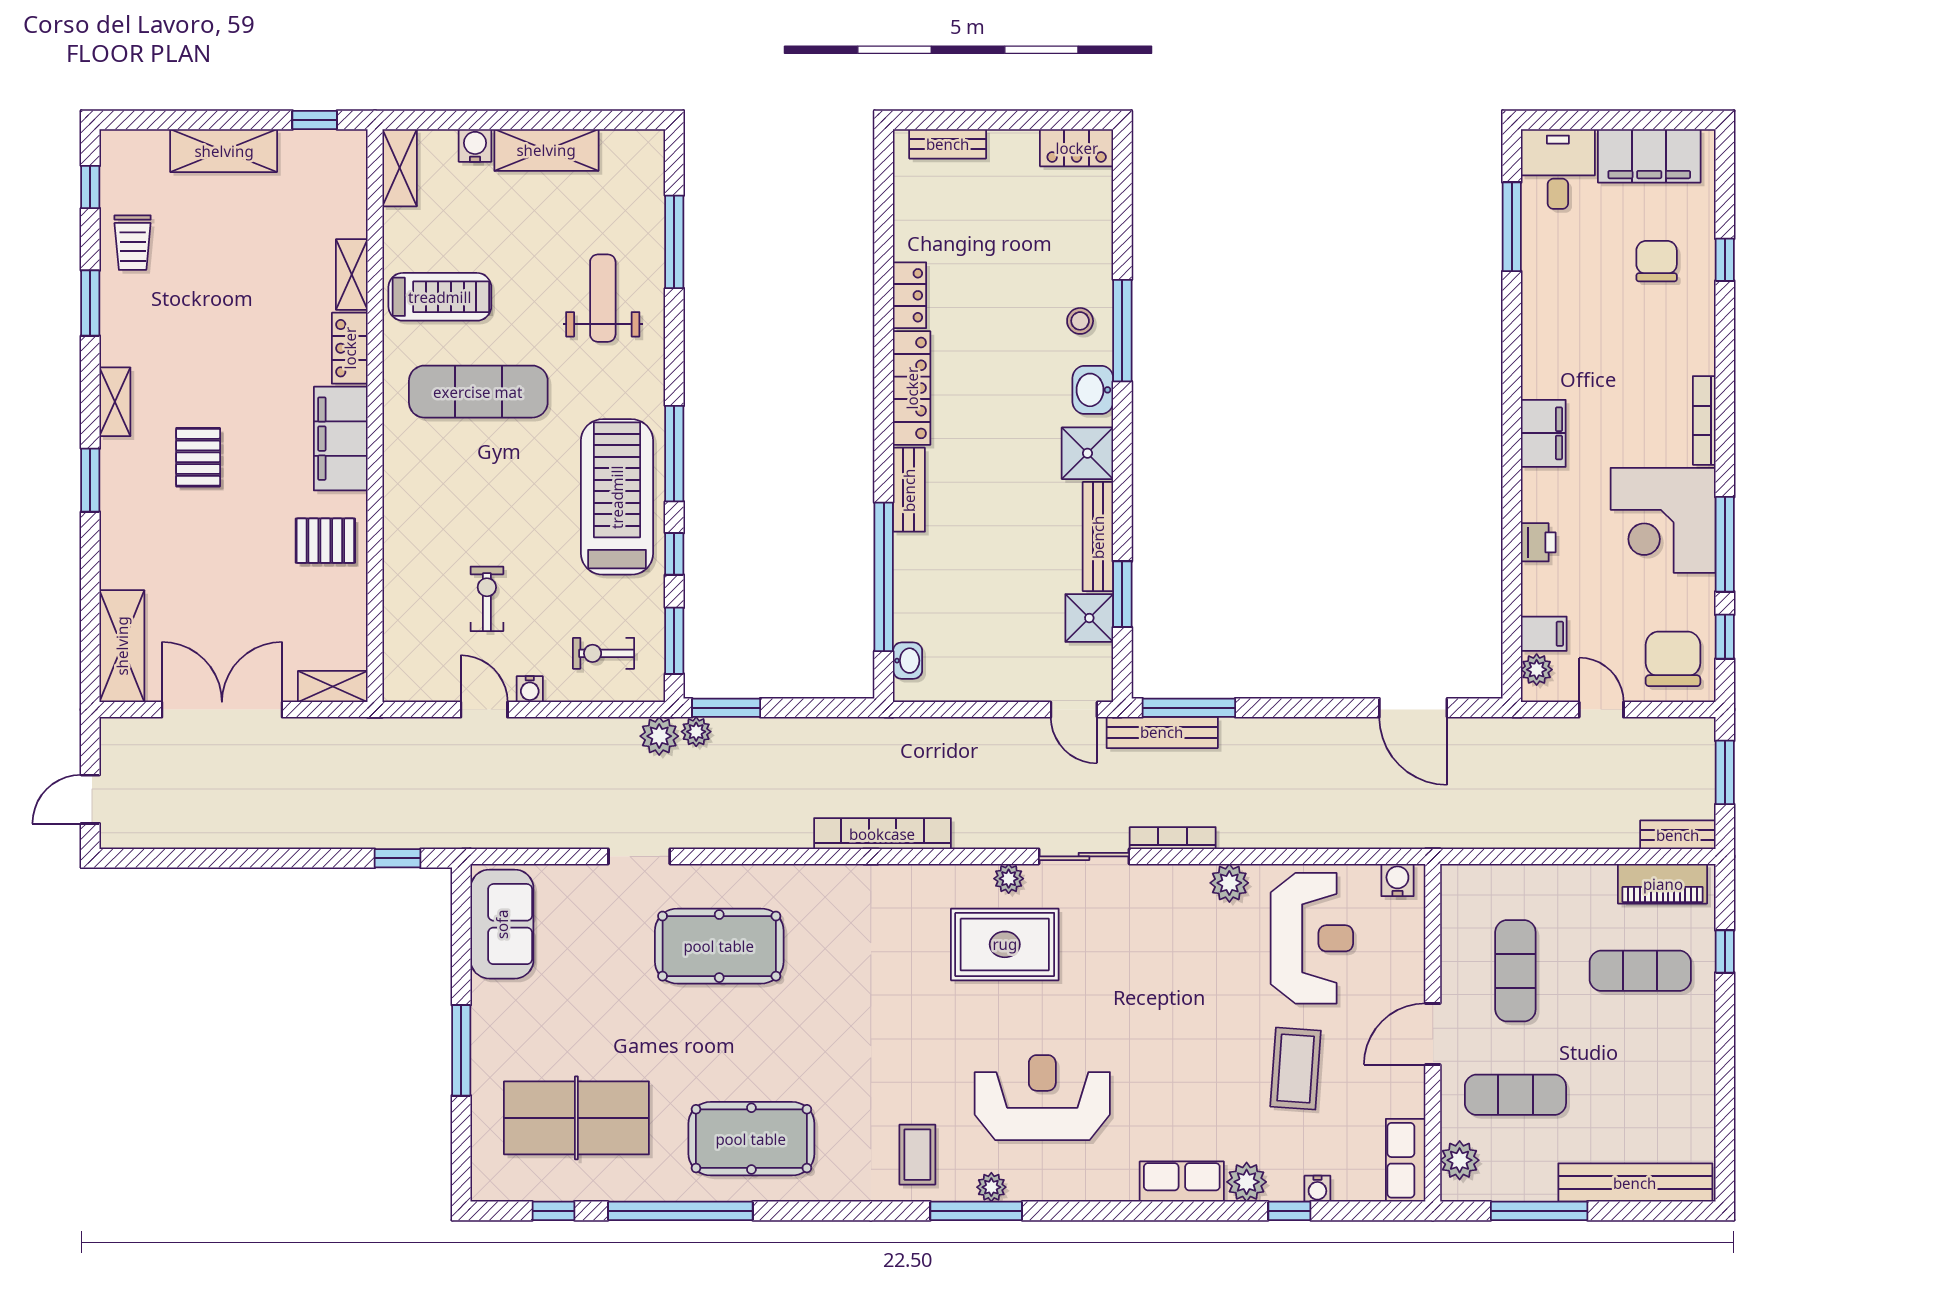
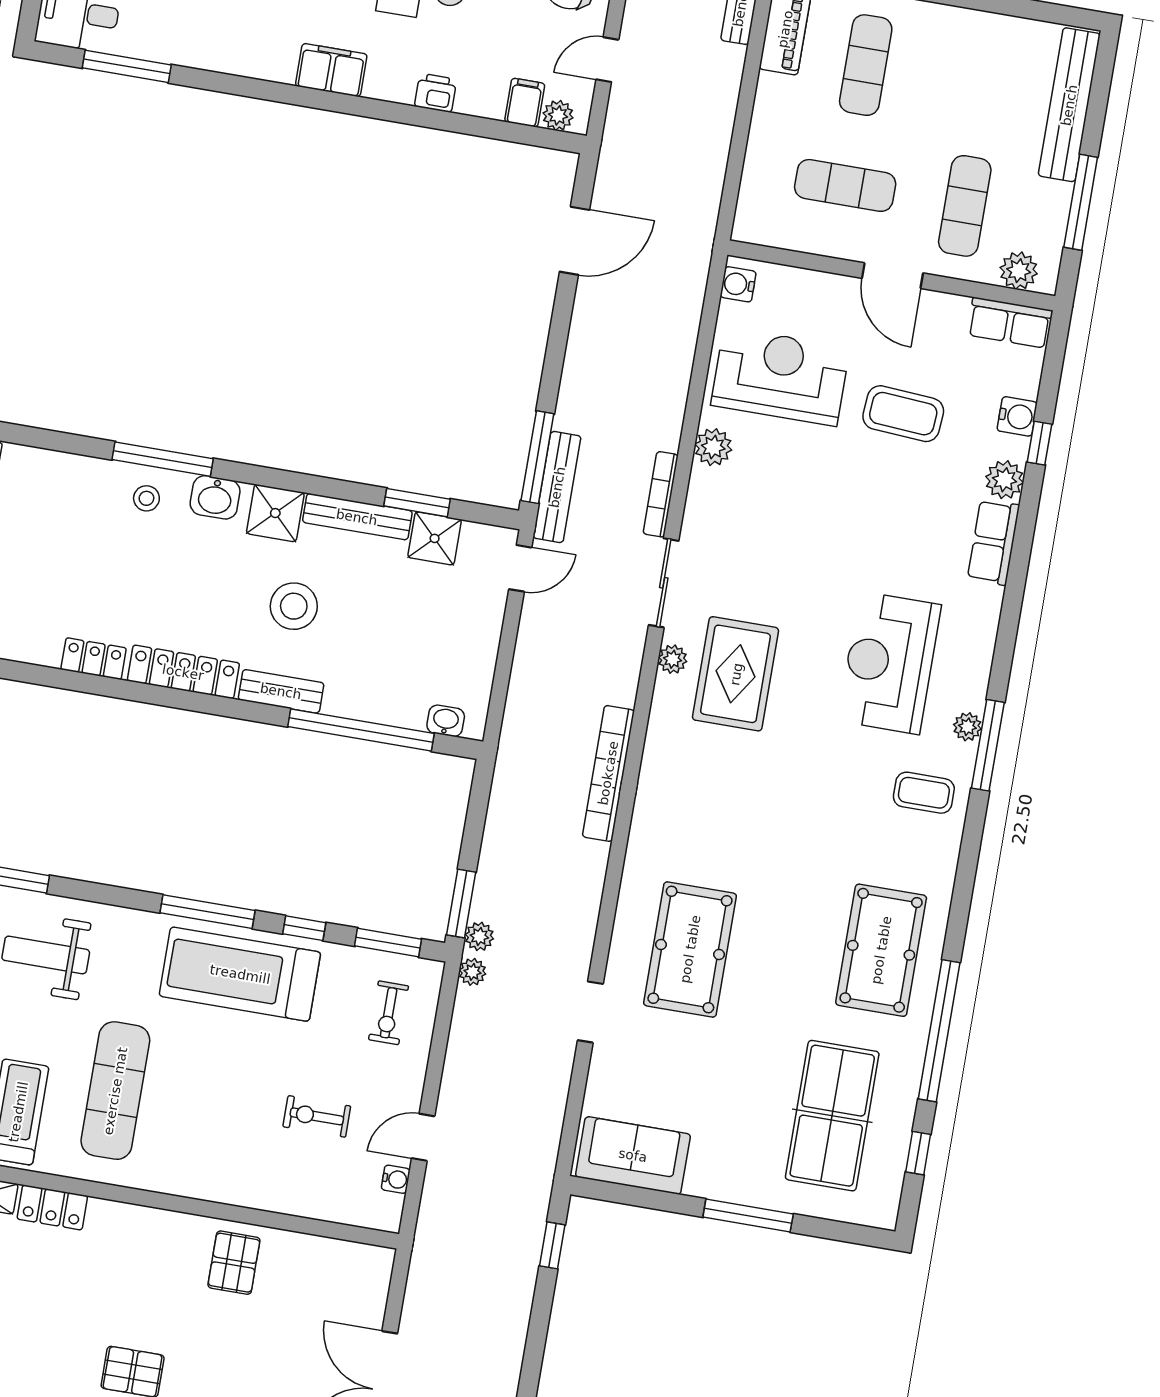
filing cabinet: (341, 439) -> (138, 1231), removed
stool: (997, 488) -> (294, 606), added
shelving: (333, 686) -> (376, 1280), removed
water cooler: (530, 689) -> (396, 1179), moved
plant: (659, 736) -> (472, 972), width x0.73, depth x0.73
water cooler: (1317, 1189) -> (1017, 416), width x1.38, depth x1.38

